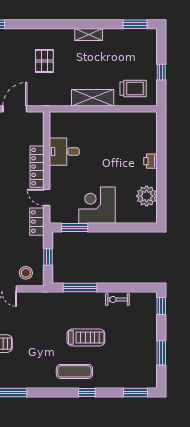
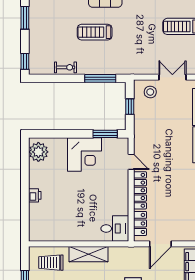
desk: (64, 152) -> (115, 229), moved
plant: (147, 196) -> (38, 152), moved
locker: (37, 222) -> (140, 223), moved

